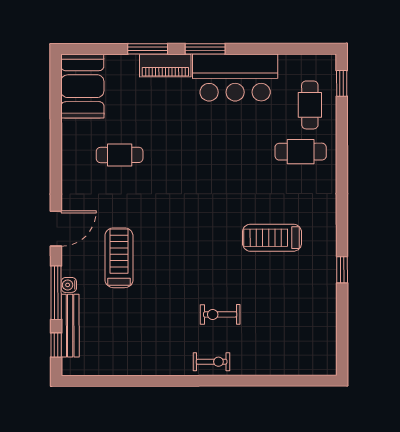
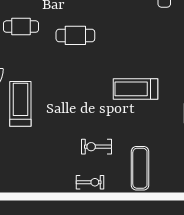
cafe table: (301, 152) -> (75, 35), moved
exercise mat: (278, 343) -> (140, 168), added

